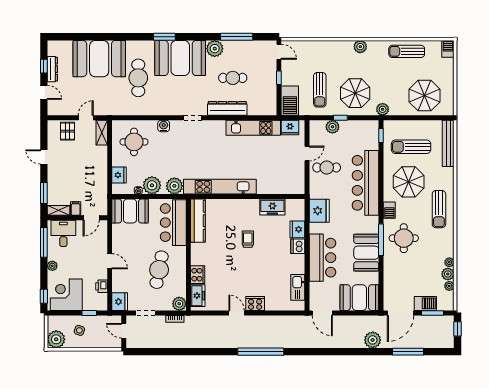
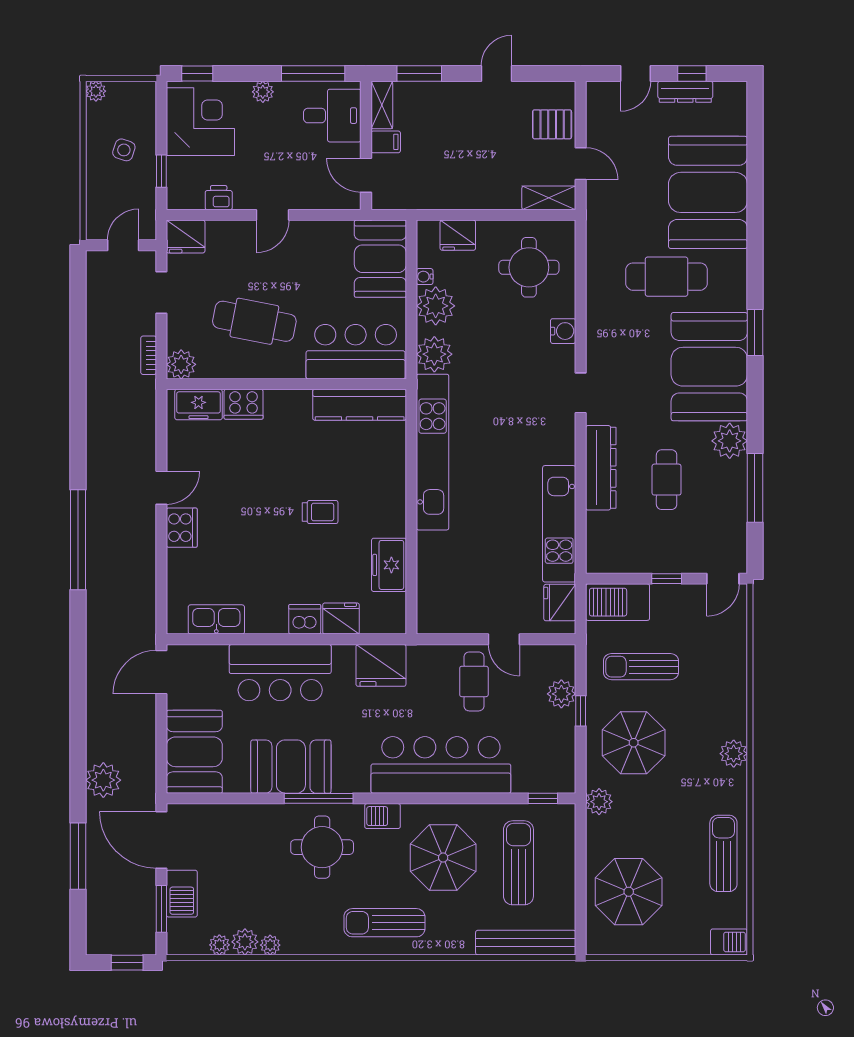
plant: (56, 339) -> (96, 91), width x0.53, depth x0.53

